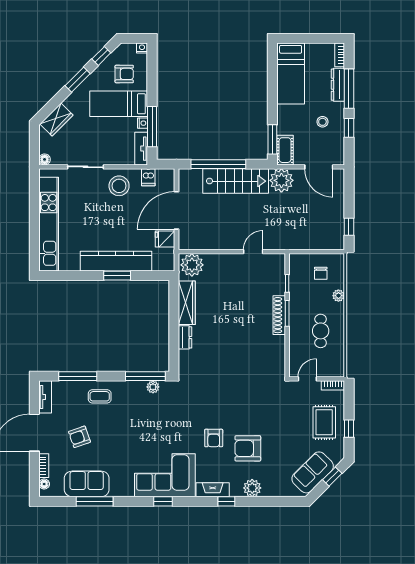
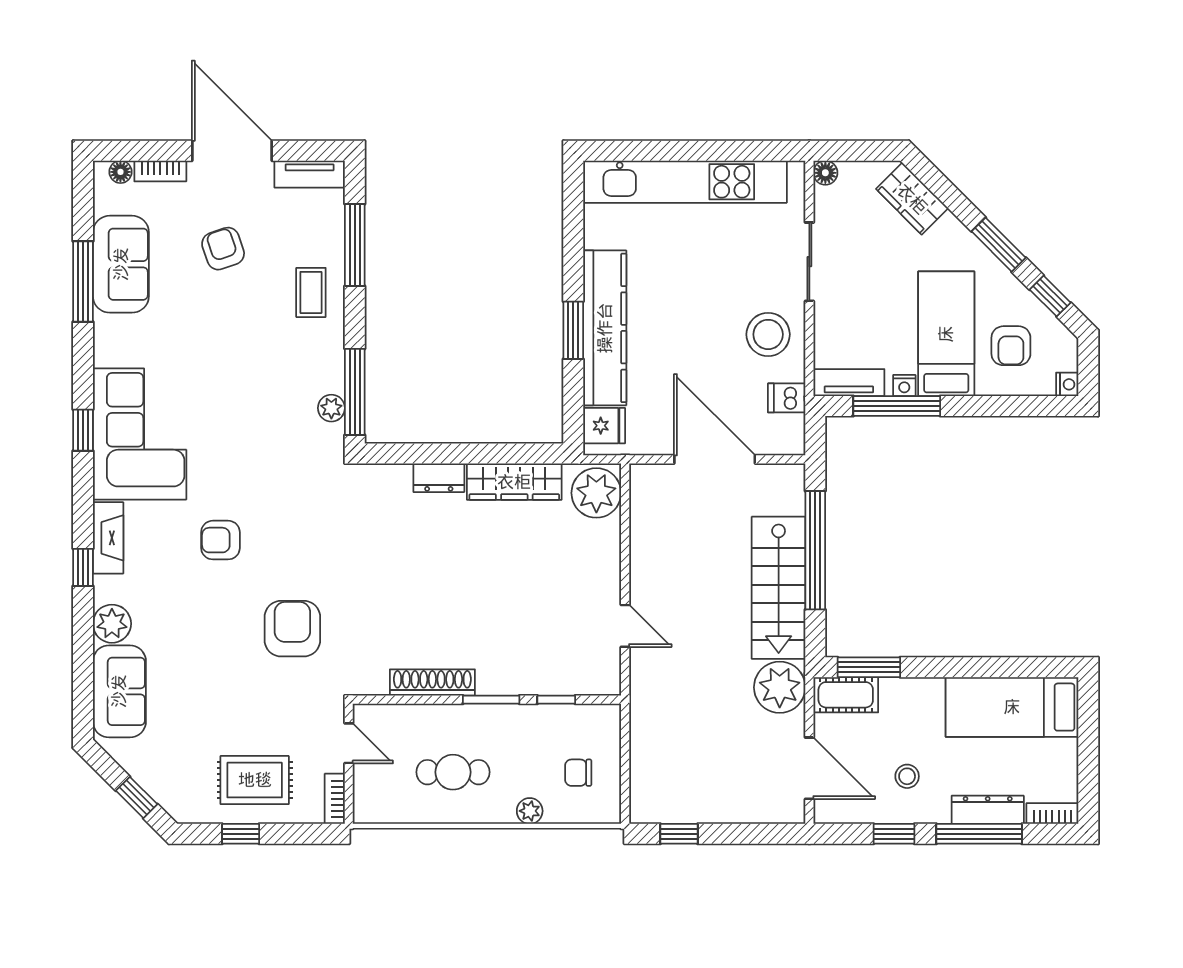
door: (319, 167) -> (809, 768), swing flipped
fridge: (165, 239) -> (604, 426), moved, turned 90
shoe rack: (279, 315) -> (432, 682), moved
armchair: (248, 448) -> (292, 629), moved
sofa: (313, 472) -> (119, 691), moved, turned 45

